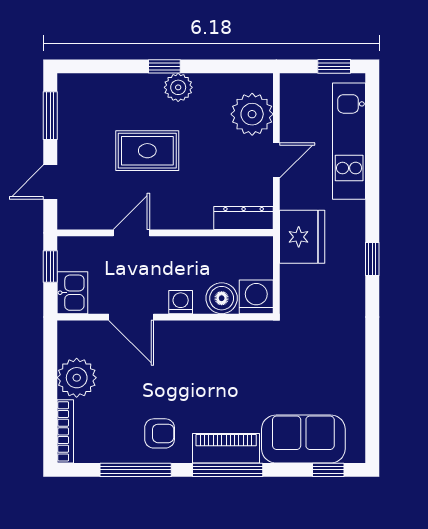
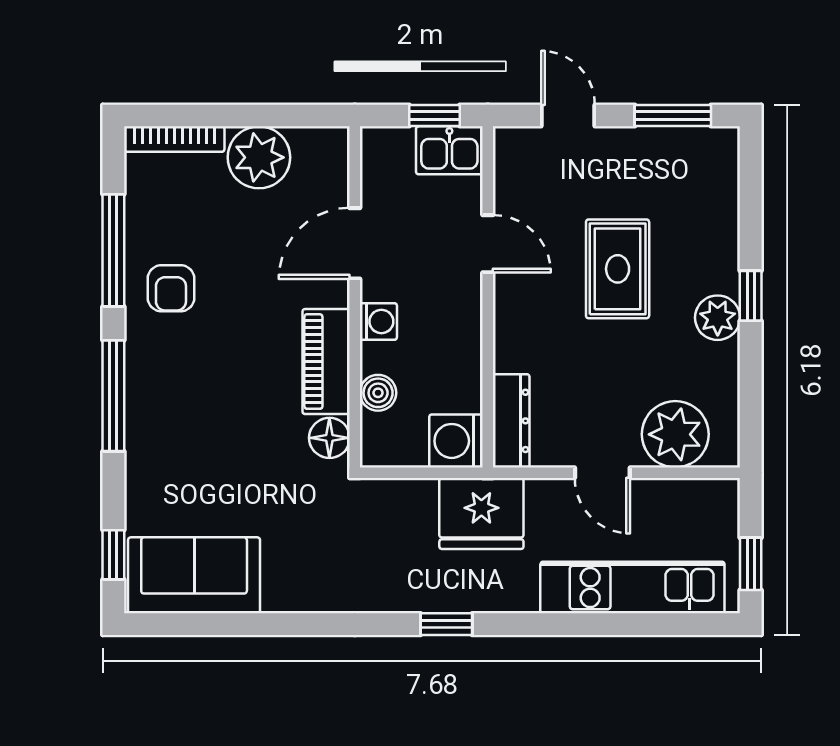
kitchen sink: (72, 293) -> (449, 150), moved
washing machine: (256, 297) -> (456, 441), moved, turned 180
boiler: (222, 298) -> (378, 393), width x0.73, depth x0.73
floor lamp: (254, 333) -> (329, 438), added
sofa: (303, 439) -> (194, 575), moved, turned -90
piano: (226, 448) -> (326, 362), moved, turned 180

